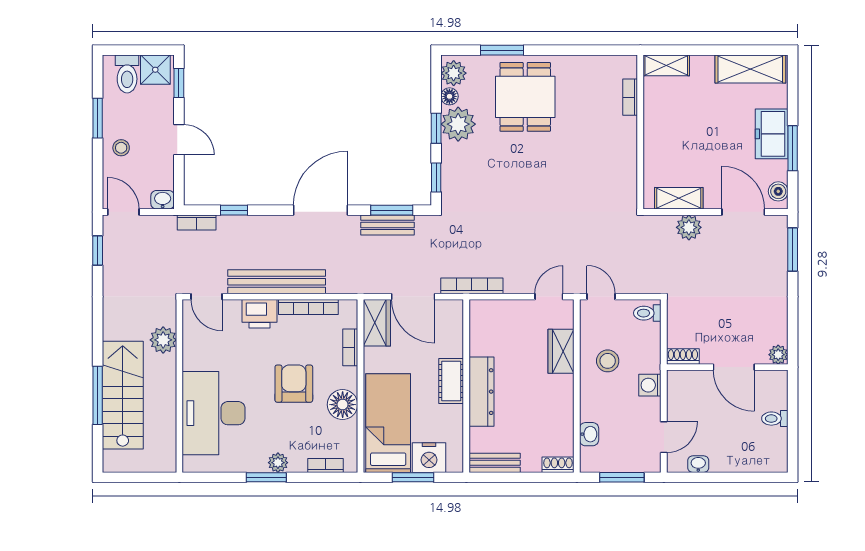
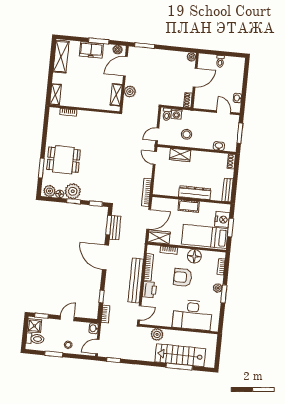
washing machine: (650, 385) -> (176, 114), moved

